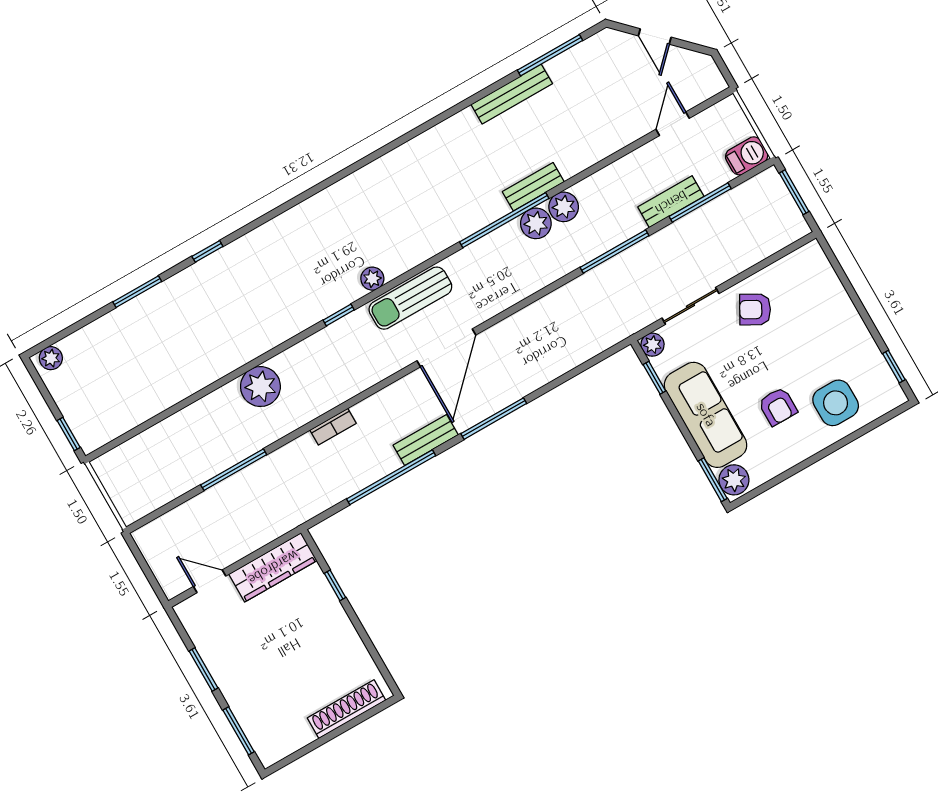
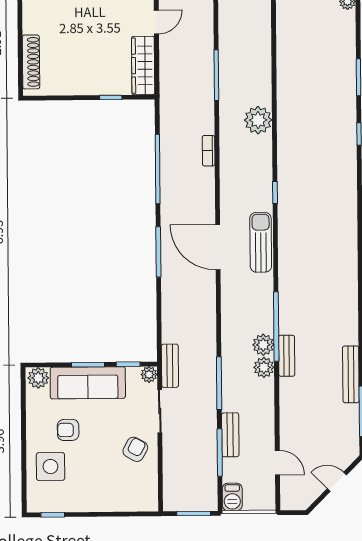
plant: (372, 279) -> (286, 226), removed
bench: (426, 440) -> (170, 366), moved
window: (713, 480) -> (88, 365), moved

